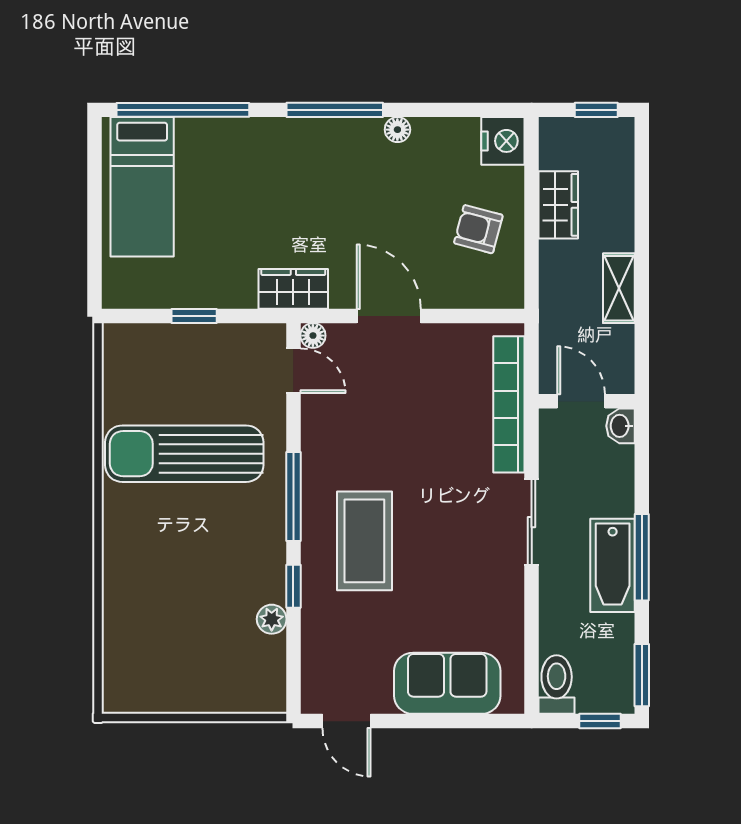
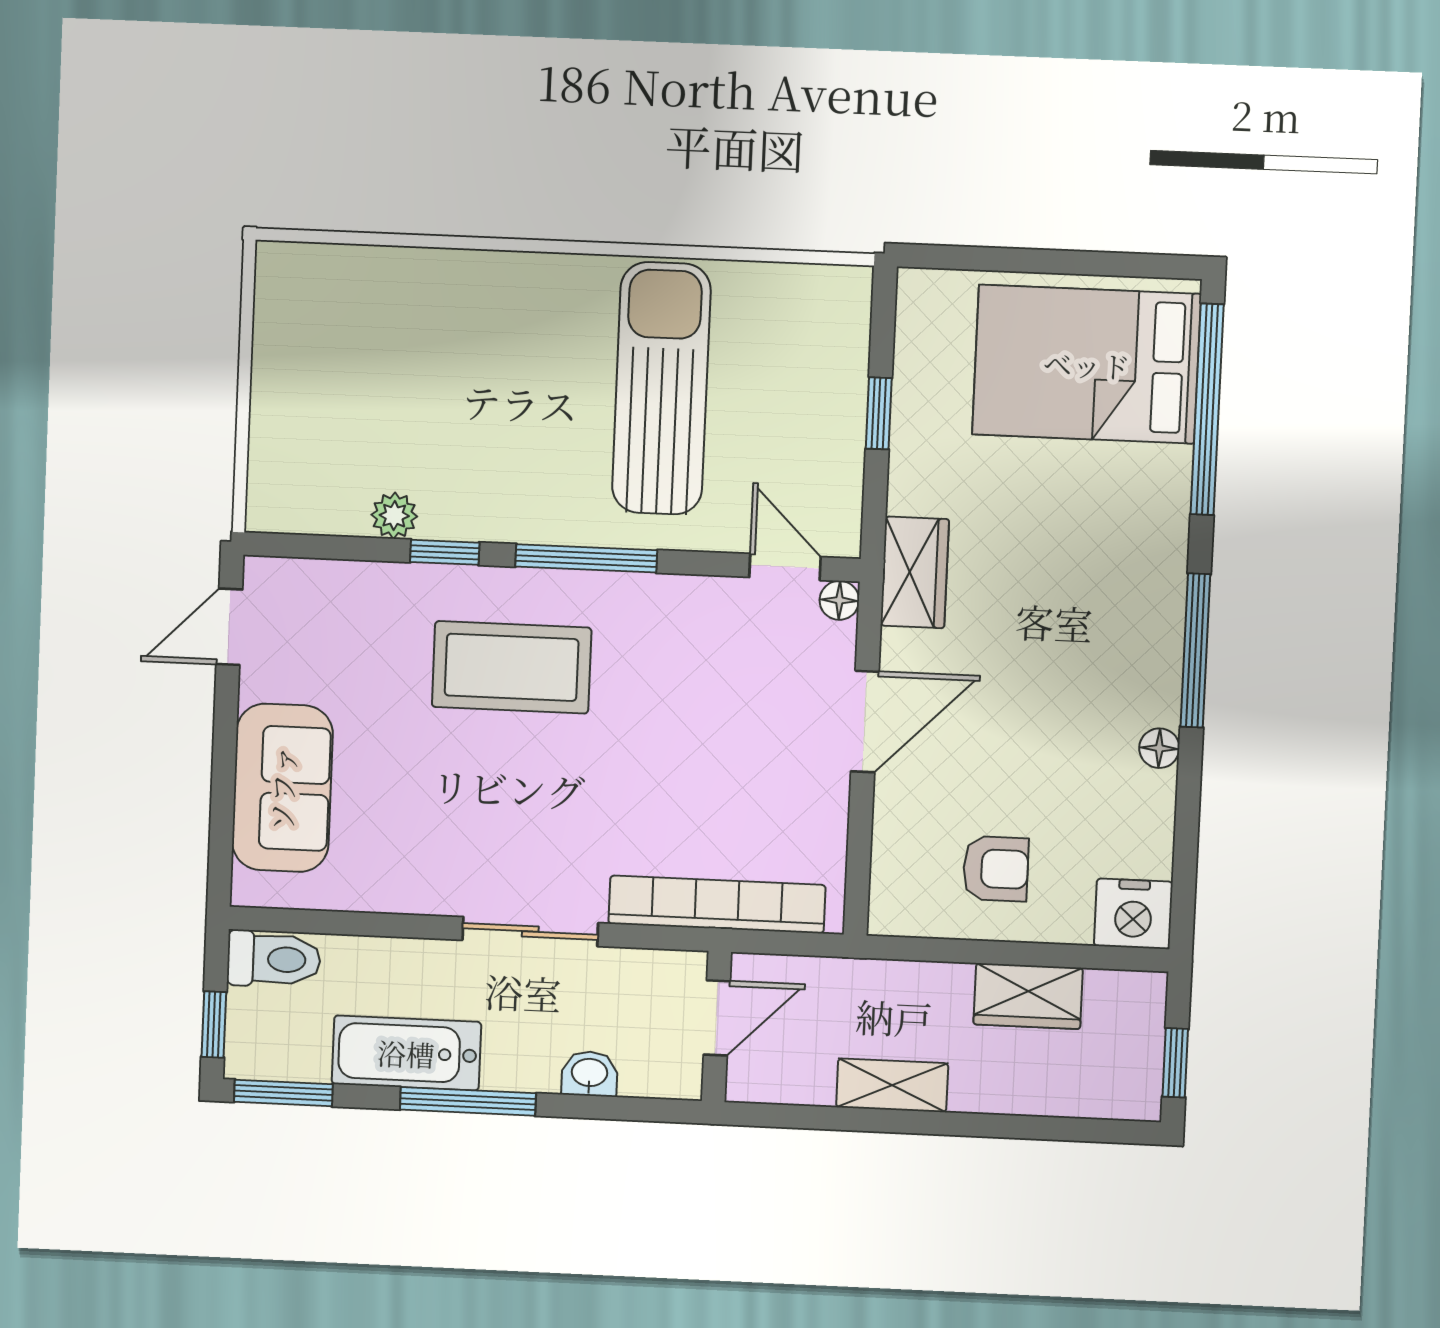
bed: (142, 187) -> (1087, 364), width x1.50
armchair: (478, 229) -> (996, 869), turned 75
door: (293, 371) -> (785, 567), swing flipped
washbasin: (620, 426) -> (589, 1074), moved
bathtub: (613, 565) -> (406, 1053), moved

